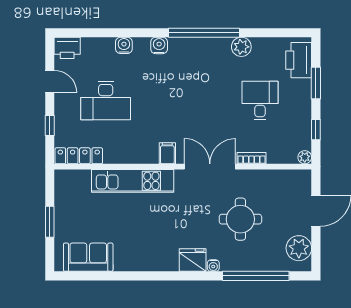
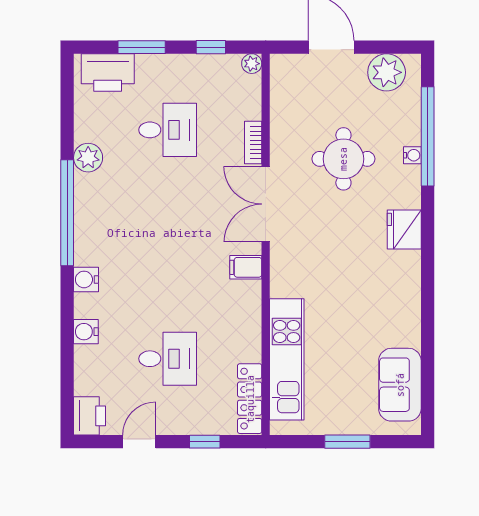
desk: (106, 101) -> (168, 359), width x0.73
desk: (260, 101) -> (168, 130), turned 180
kitchen unit: (133, 181) -> (287, 359), moved
water cooler: (213, 266) -> (412, 155), moved

